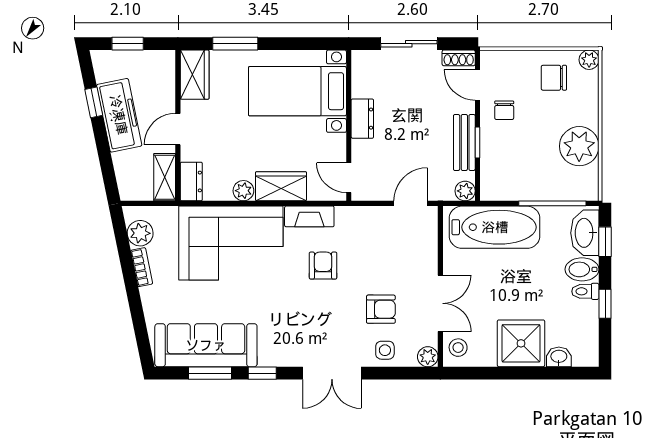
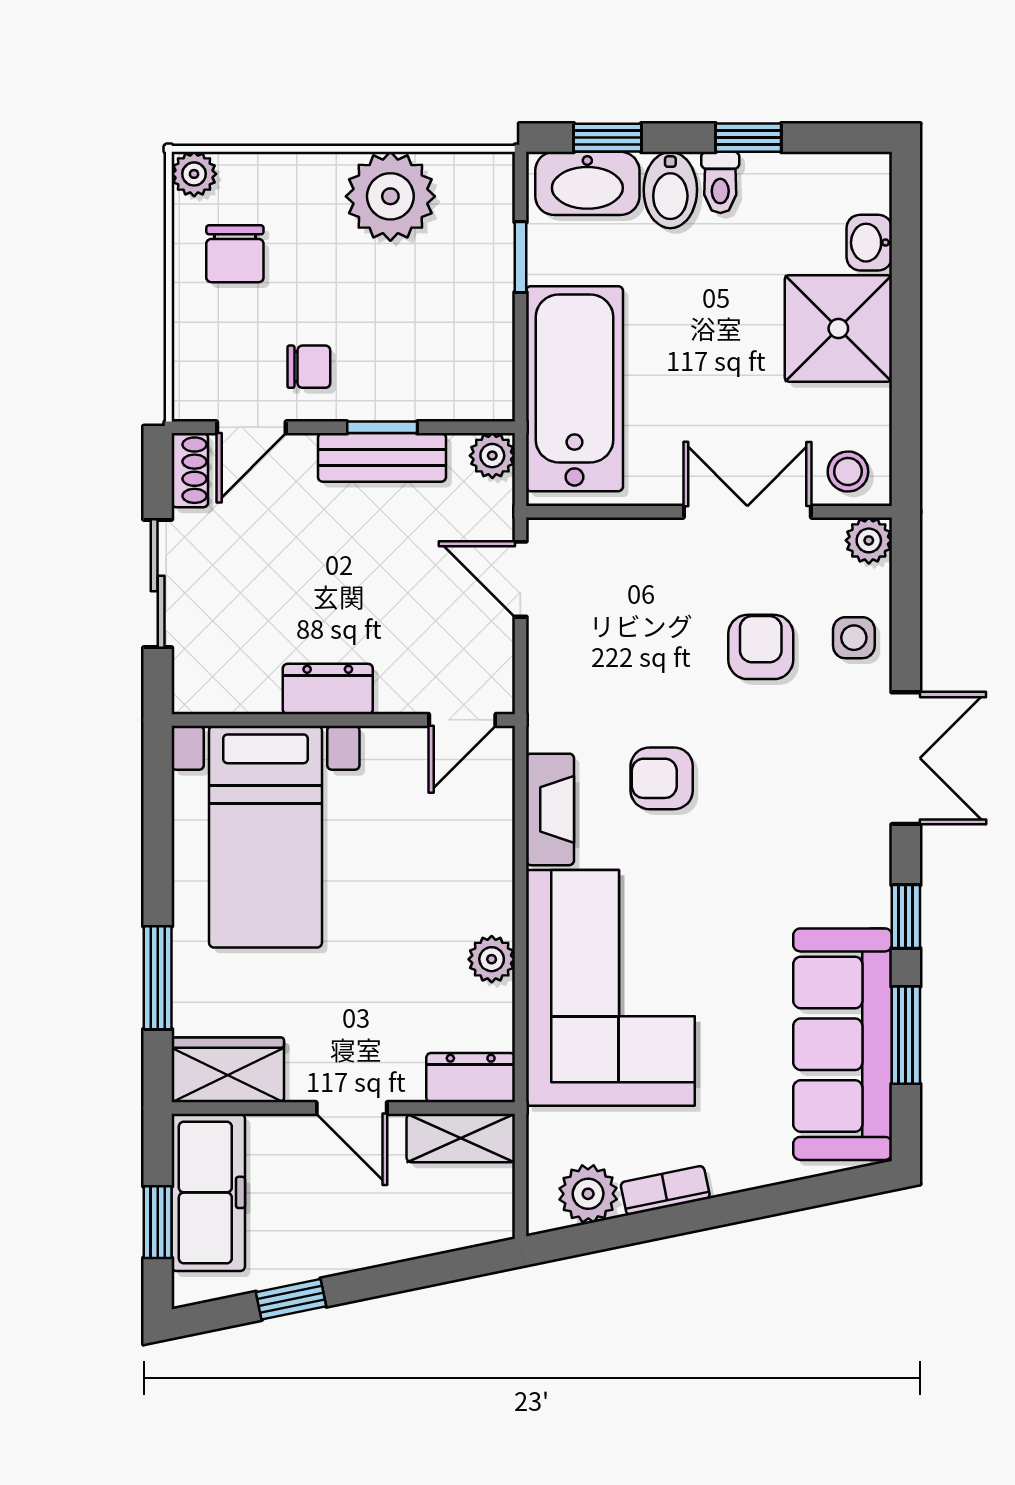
freezer: (119, 115) -> (208, 1192), moved, turned 102
wardrobe: (281, 186) -> (481, 874), removed
window: (552, 203) -> (520, 257), width x0.46

